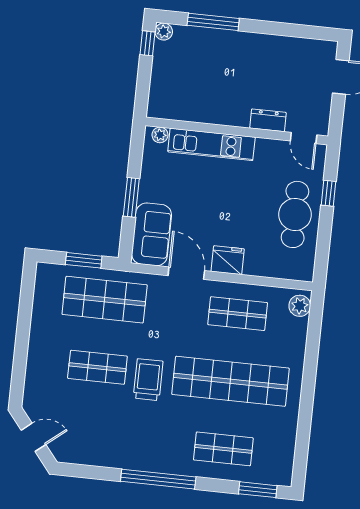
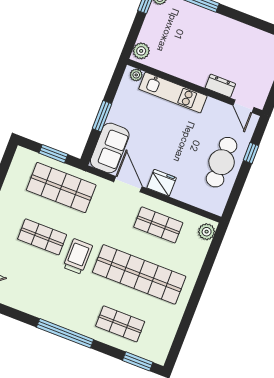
plant: (158, 103) -> (141, 51), added

